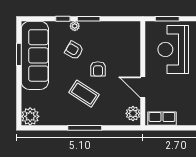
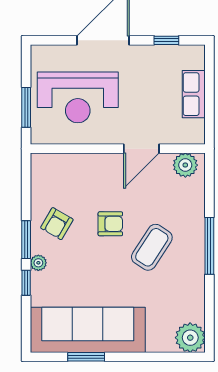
armchair: (74, 50) -> (57, 224), moved
row of seats: (162, 119) -> (194, 94), moved

